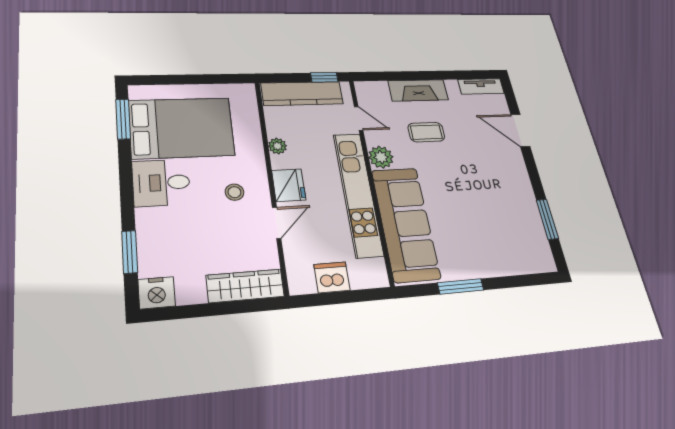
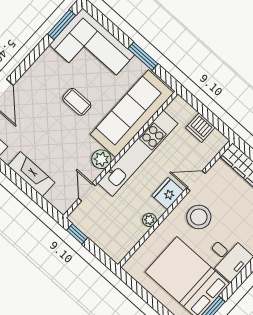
kitchen counter: (302, 94) -> (101, 236), removed
coffee table: (426, 132) -> (77, 102), moved
stool: (234, 192) -> (199, 217), width x1.89, depth x1.89
window: (547, 219) -> (62, 25), moved
corner sofa: (505, 243) -> (92, 50), added

